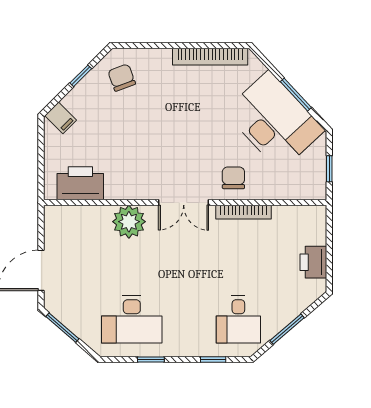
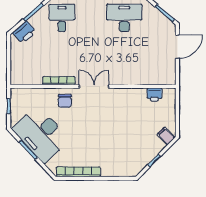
chair: (122, 78) -> (130, 160), removed
printer: (80, 183) -> (154, 95), width x0.53, depth x0.68
plant: (129, 222) -> (126, 75), removed
printer: (313, 262) -> (24, 32), moved, turned 49

